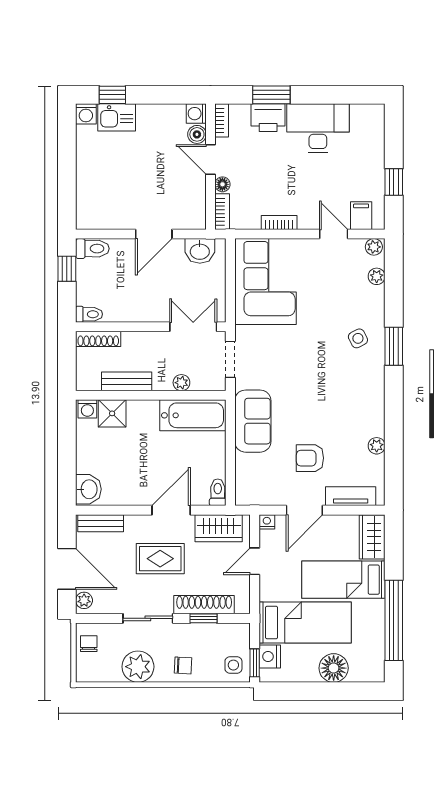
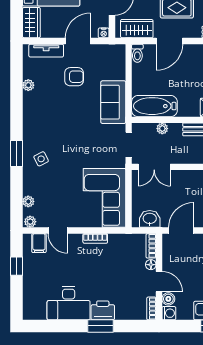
washing machine: (196, 114) -> (169, 313), moved
bookcase: (222, 120) -> (151, 308), moved
boiler: (197, 134) -> (168, 299), moved
door: (210, 159) -> (159, 282), moved
wall: (210, 167) -> (159, 277), moved
floor lamp: (222, 184) -> (151, 265), moved
bookcase: (222, 212) -> (151, 246), moved

